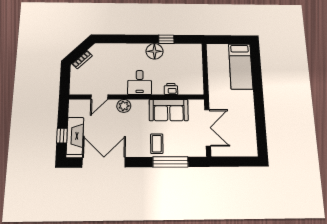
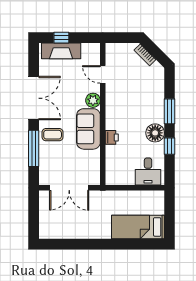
window: (135, 39) -> (169, 111), added
desk: (140, 82) -> (148, 172), moved, turned -90
printer: (171, 89) -> (112, 137), moved
sofa: (169, 110) -> (88, 129), moved
double door: (104, 162) -> (34, 98), moved

